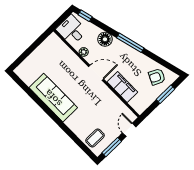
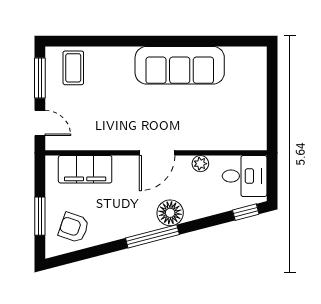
floor lamp: (105, 39) -> (170, 213), moved
armchair: (157, 77) -> (74, 228), turned -97
filing cabinet: (122, 87) -> (85, 169), moved

